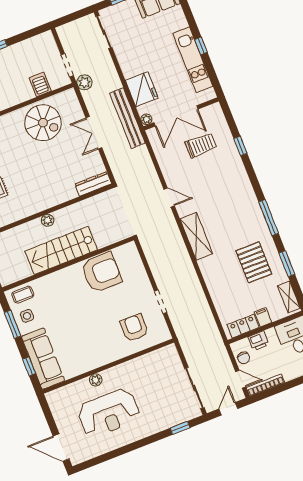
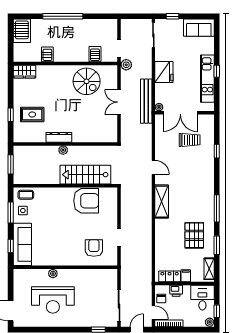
fridge: (142, 89) -> (164, 72), moved
dresser: (93, 184) -> (59, 137), moved
stairs: (61, 250) -> (85, 175), moved

